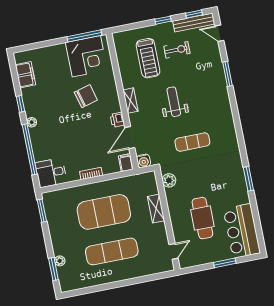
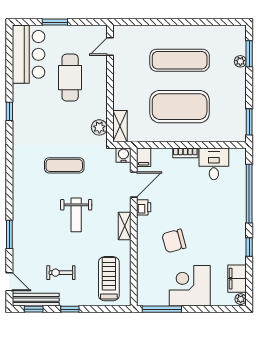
corner desk: (86, 56) -> (190, 286), moved
treadmill: (148, 58) -> (109, 279), moved
plant: (32, 122) -> (241, 299), moved
desk: (51, 173) -> (214, 164), moved, turned -90
window: (248, 179) -> (9, 111), width x0.67
shelving: (156, 209) -> (120, 126), moved

